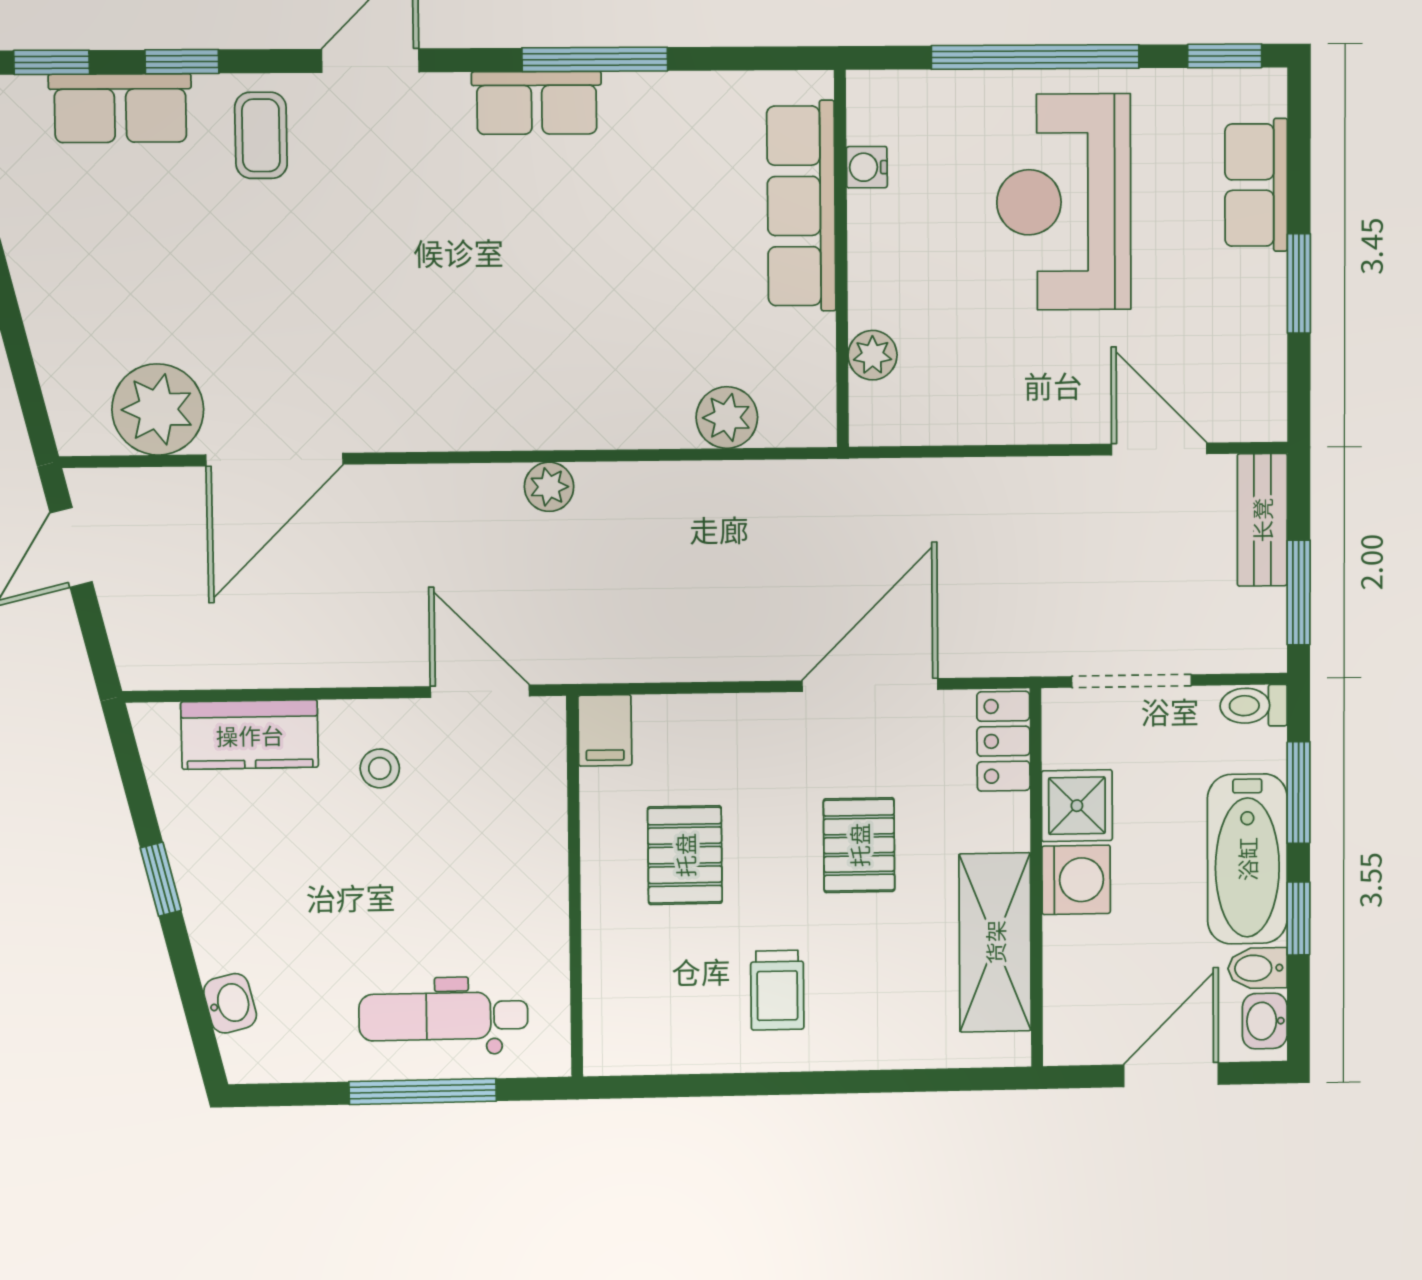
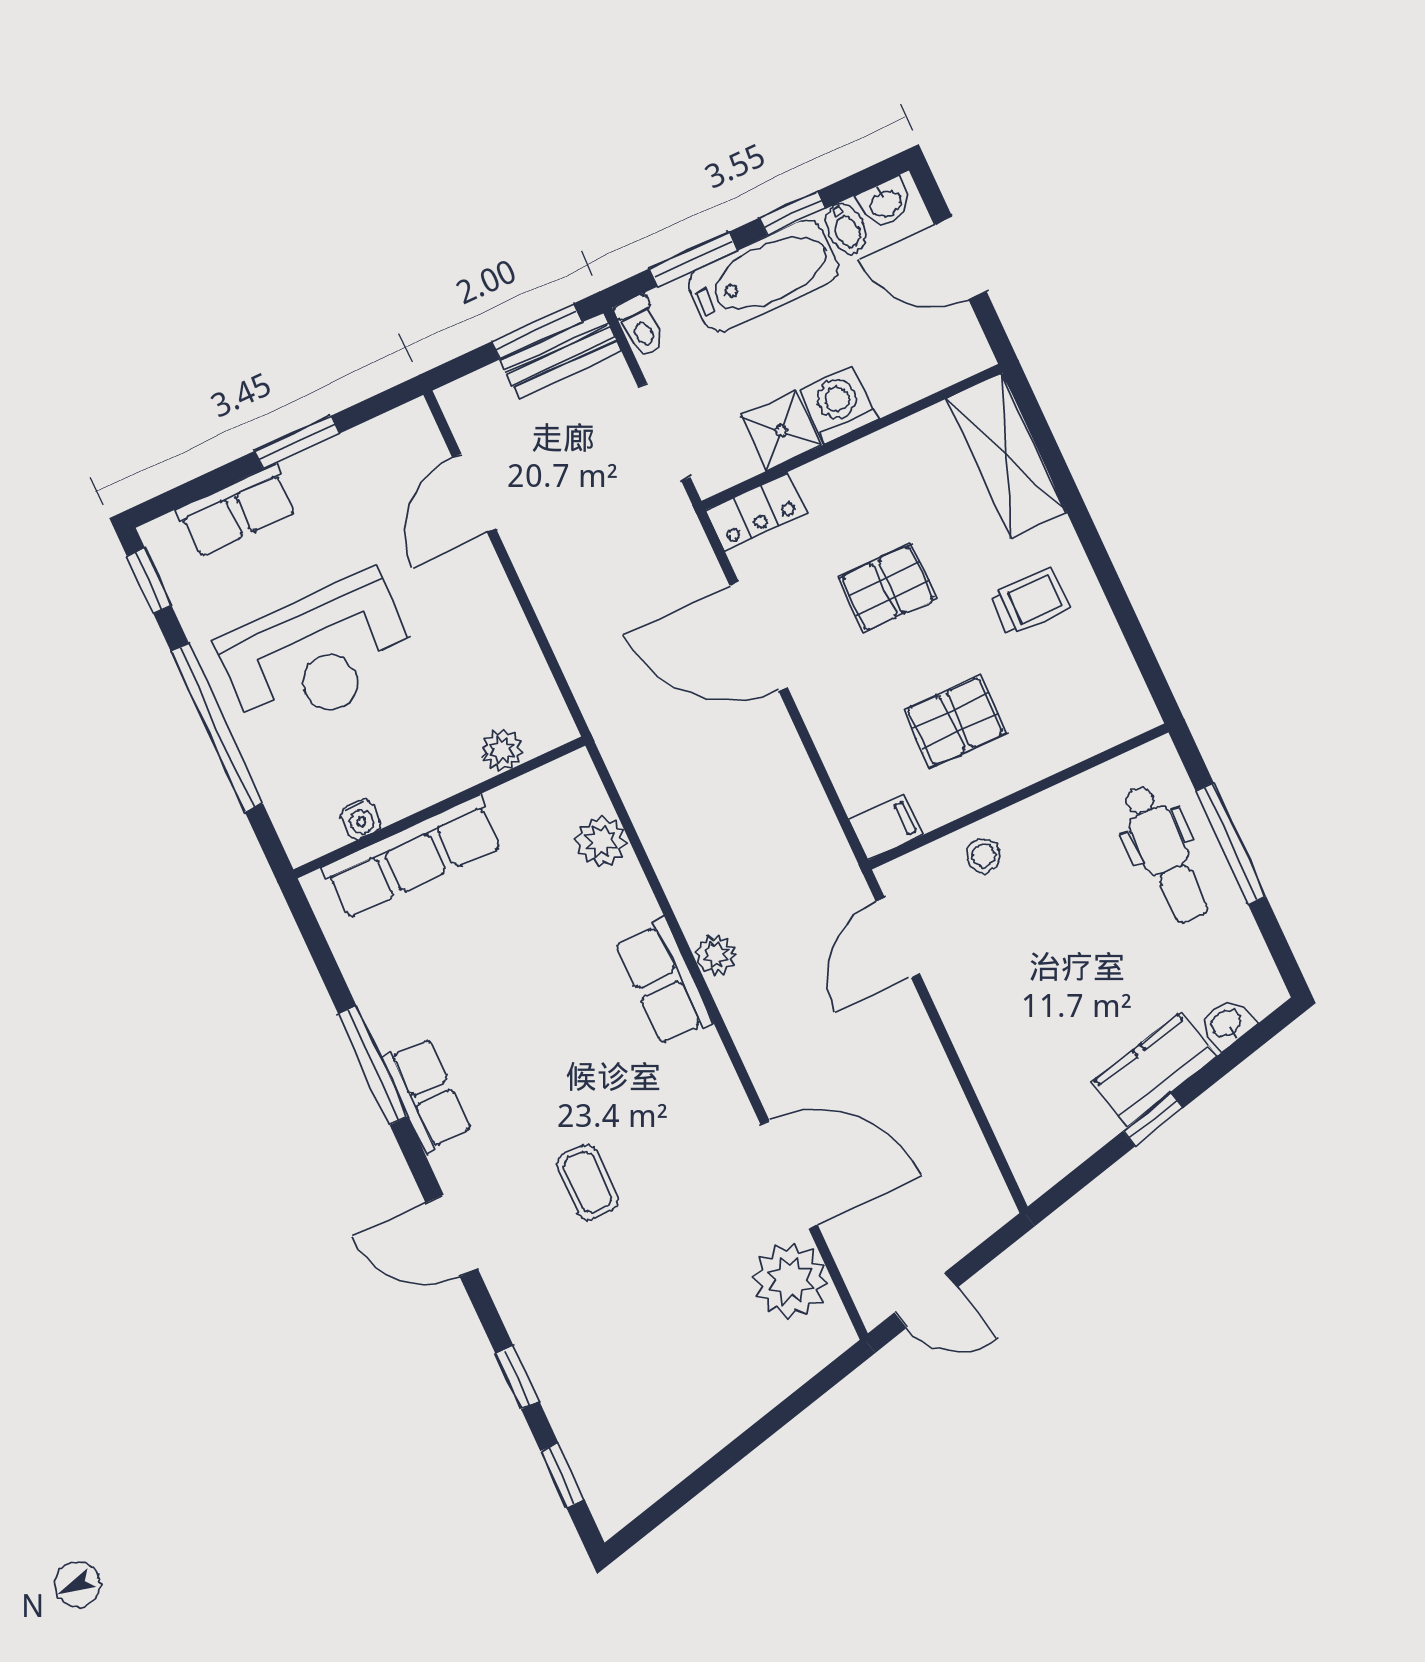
row of seats: (120, 108) -> (664, 982), moved, turned 180
coffee table: (261, 135) -> (587, 1182), moved, turned 90
bench: (1262, 520) -> (561, 355), moved
kitchen counter: (250, 735) -> (1154, 1069), moved, turned -104
stool: (380, 768) -> (983, 856), moved
shelving: (995, 942) -> (1007, 456), moved, turned 90

